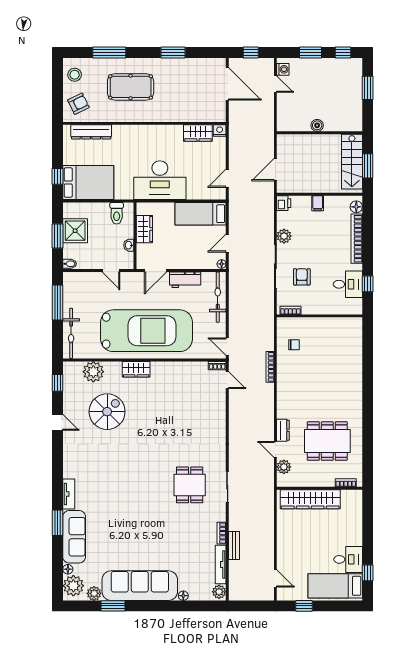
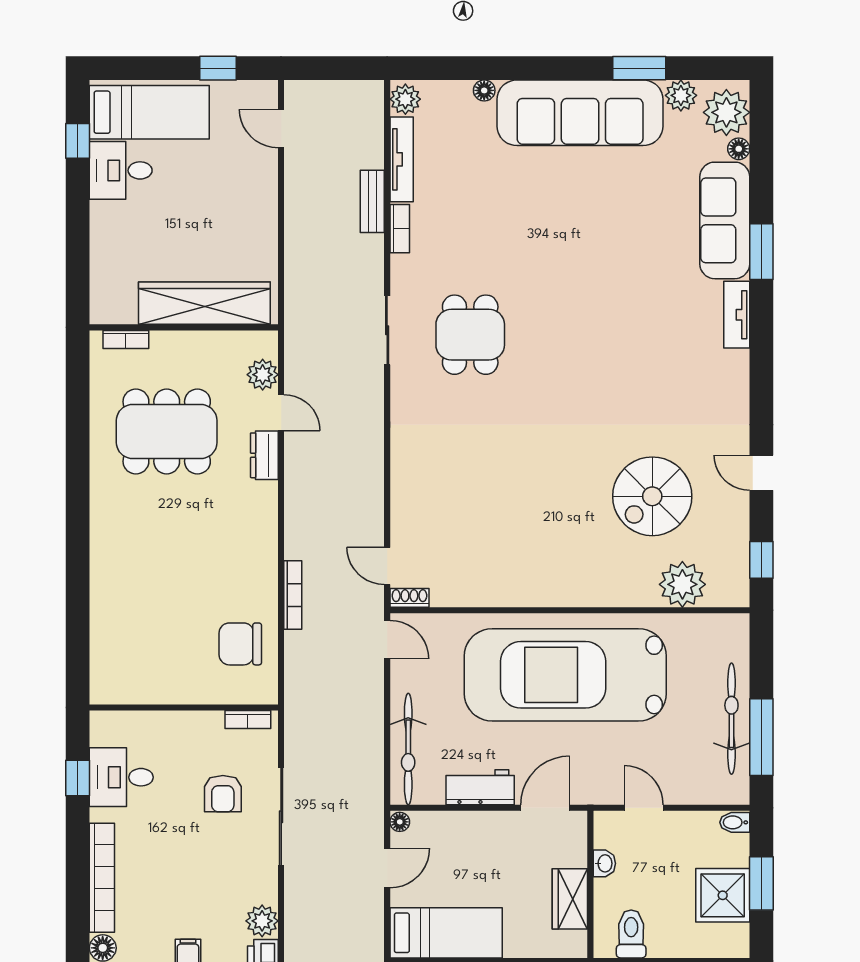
plant: (284, 236) -> (262, 921), moved
bicycle: (71, 333) -> (731, 719), moved
chair: (294, 345) -> (240, 644), width x1.87, depth x1.87
wardrobe: (136, 369) -> (588, 590), removed

